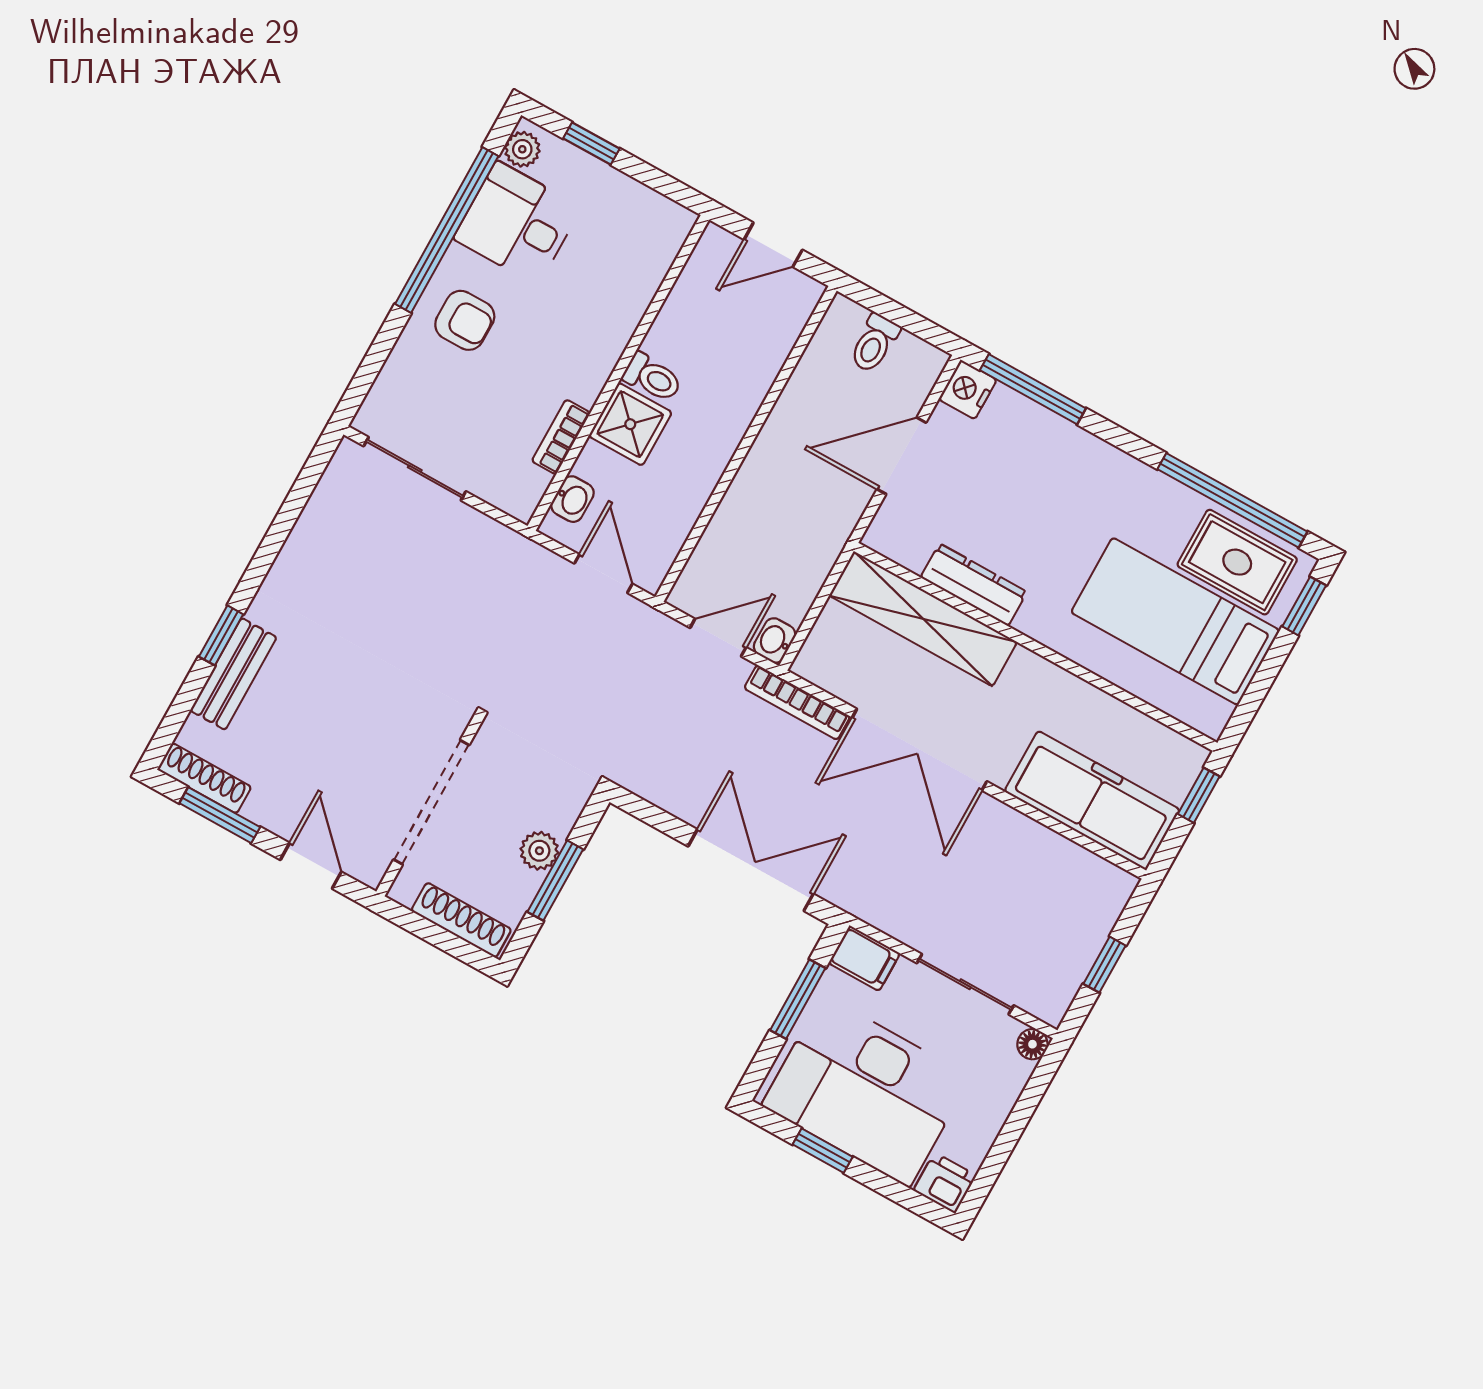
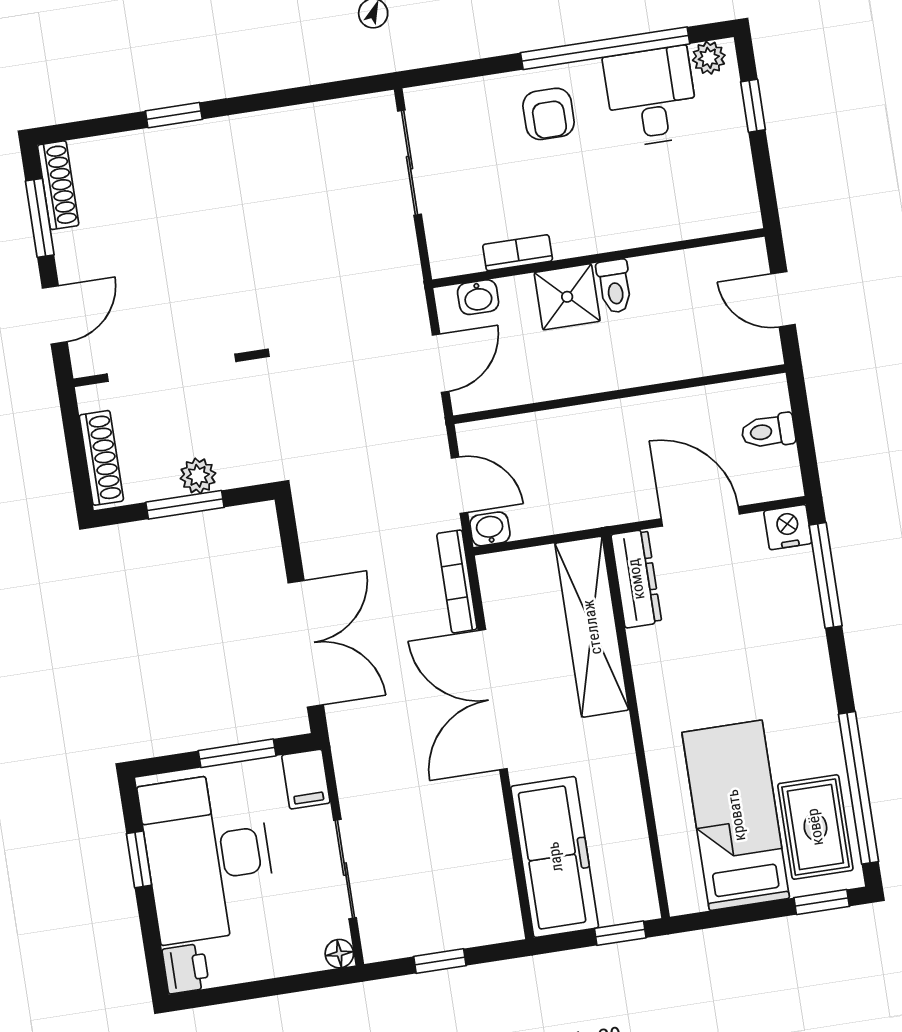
dresser: (974, 585) -> (636, 579), moved
bench: (233, 674) -> (152, 146), removed

